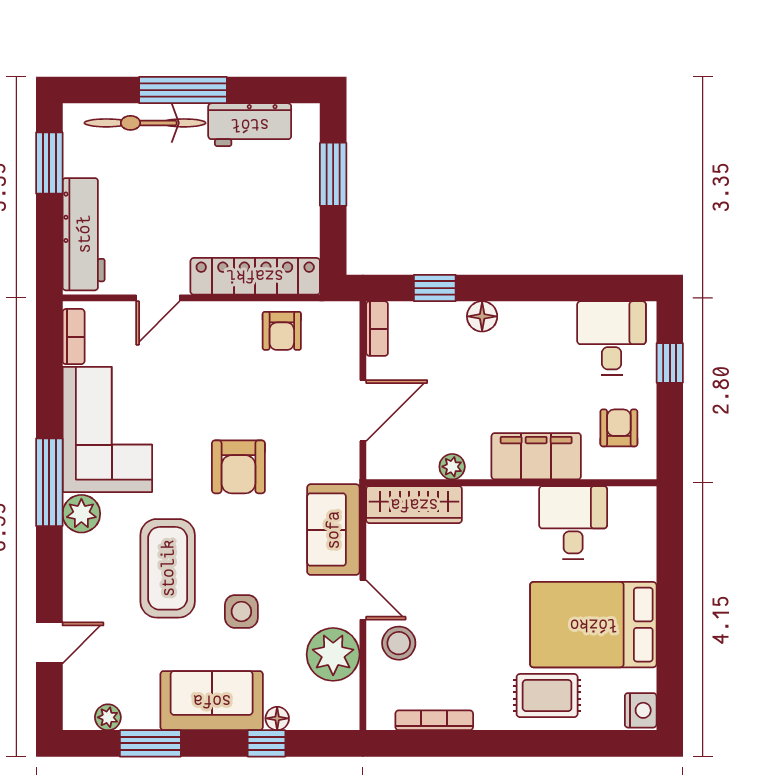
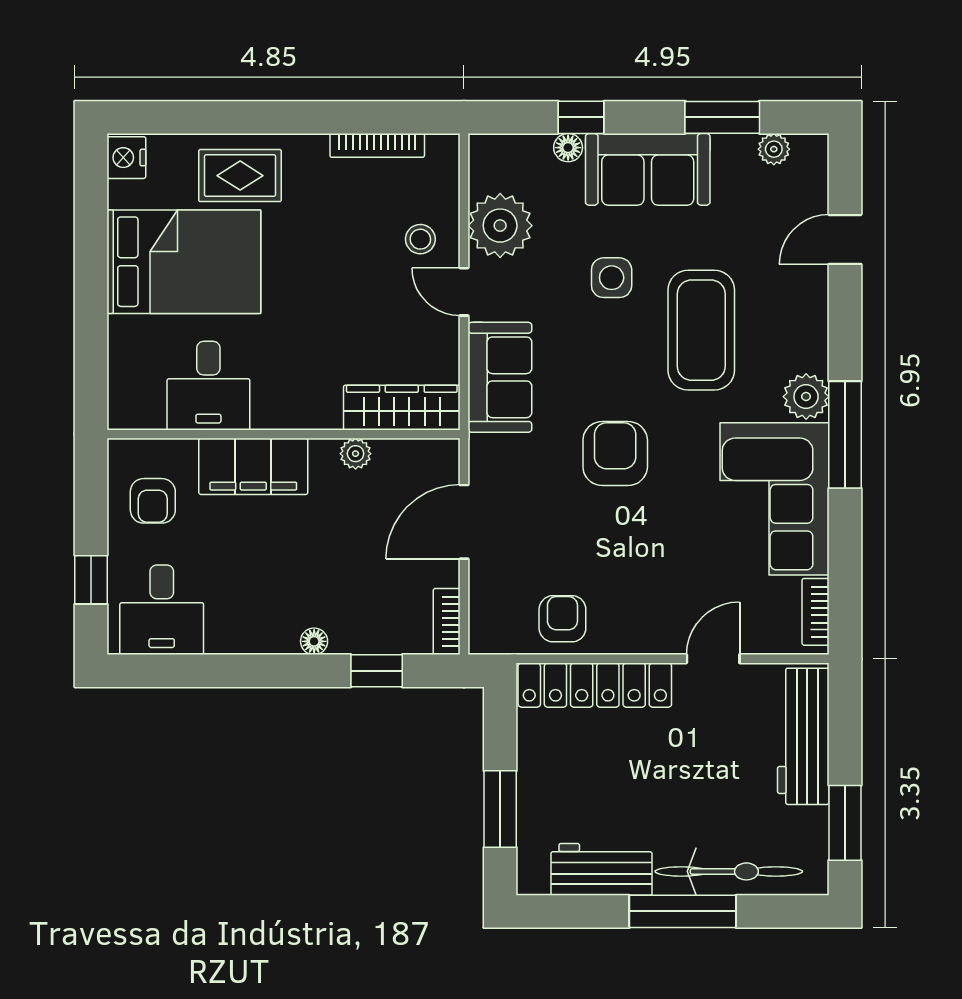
floor lamp: (482, 316) -> (314, 641), width x0.73, depth x0.73
stool: (399, 643) -> (420, 239), width x0.73, depth x0.73

